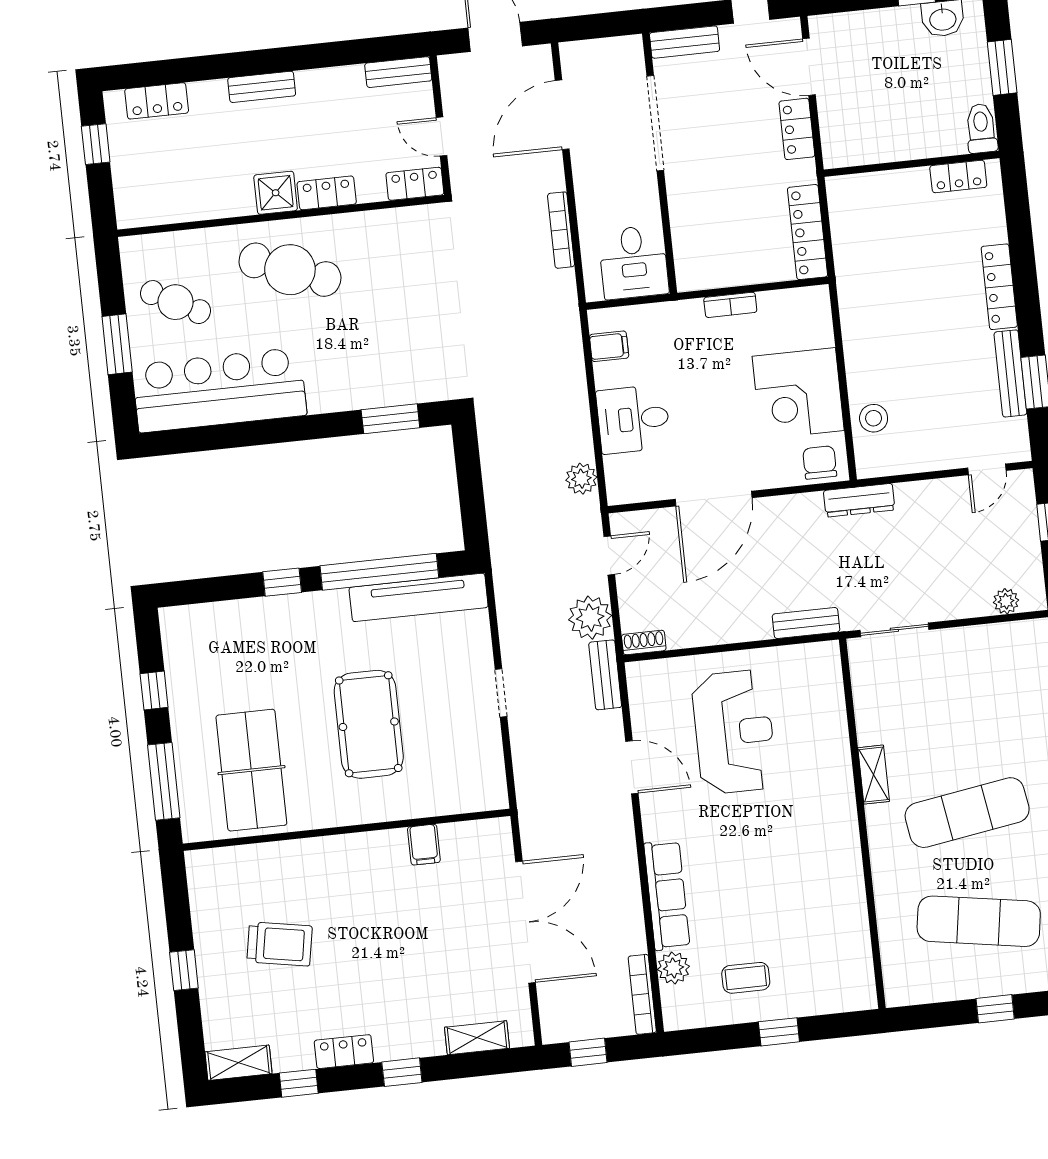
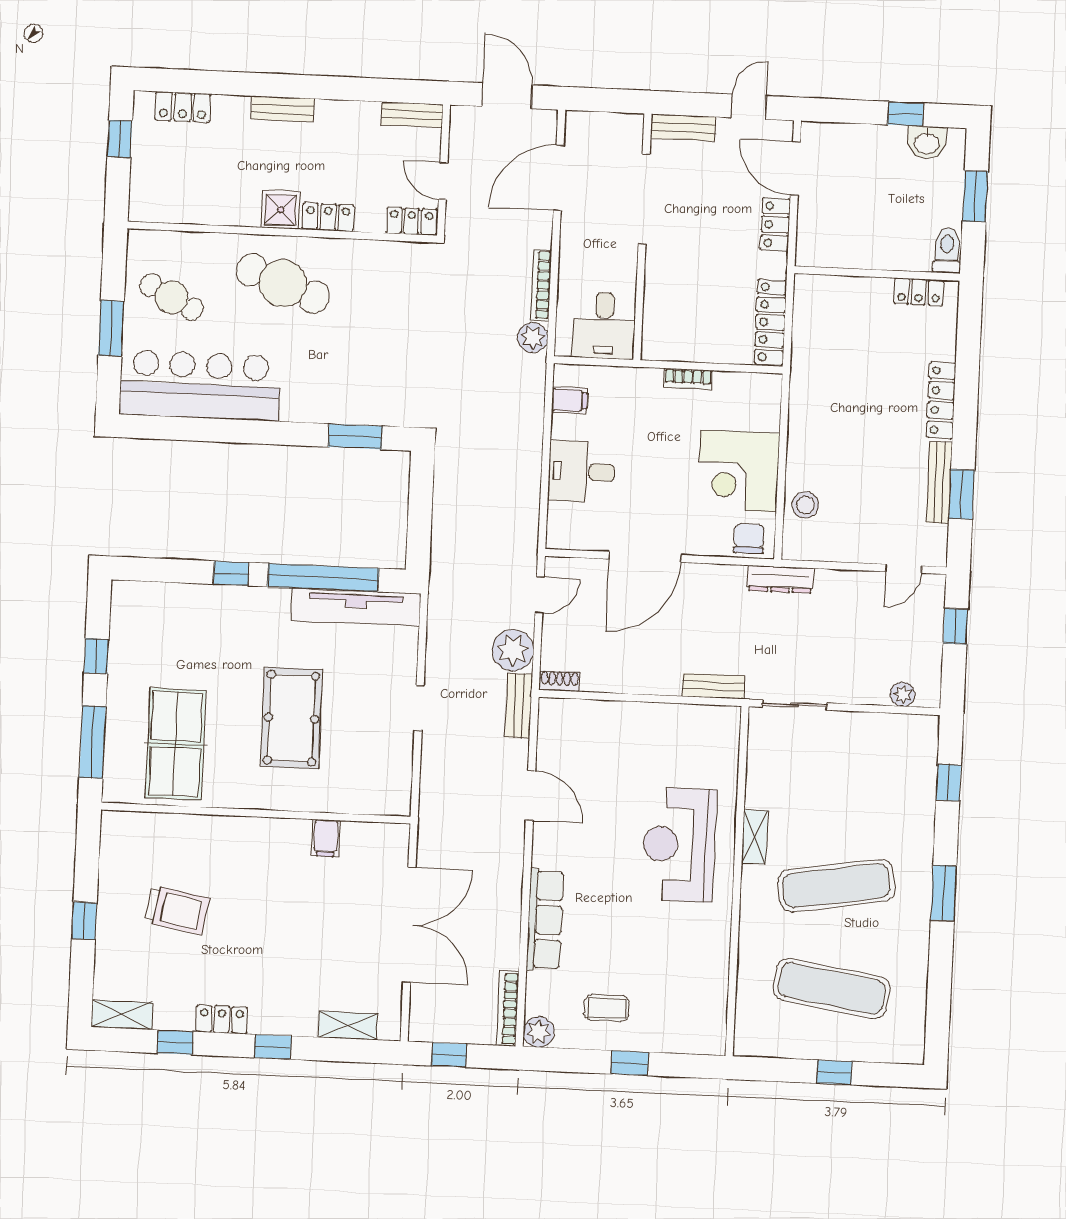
plant: (581, 479) -> (533, 338), moved
reception desk: (734, 732) -> (679, 844), moved, turned 180
plant: (673, 968) -> (539, 1032), moved

